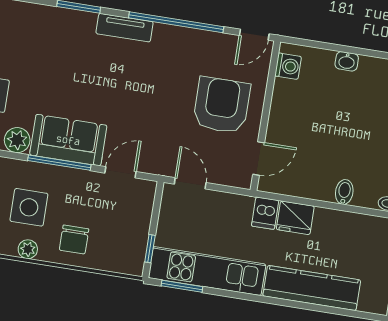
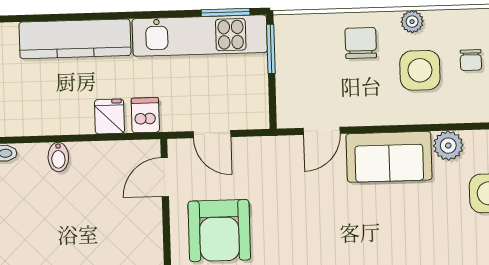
window: (59, 163) -> (395, 129), removed
door: (190, 183) -> (212, 134), moved
fridge: (295, 218) -> (109, 116), width x0.72
window: (150, 249) -> (271, 49), width x1.50

